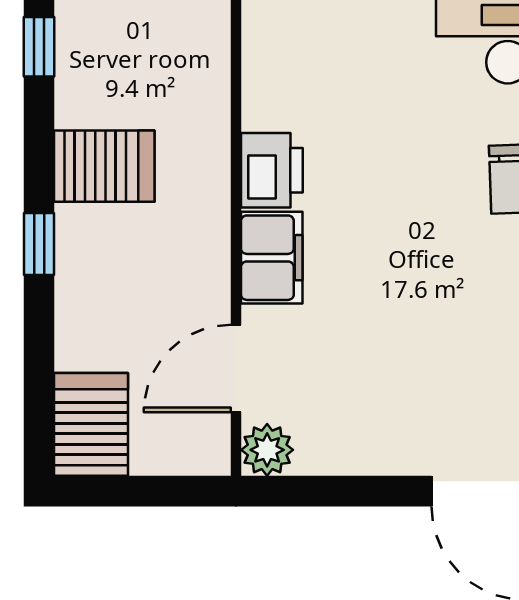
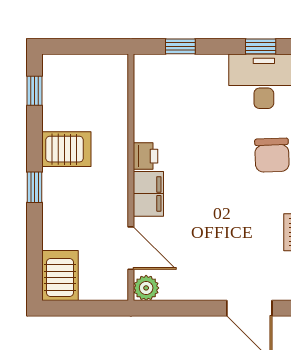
printer: (272, 170) -> (146, 156), width x0.73, depth x0.81
door: (236, 369) -> (131, 248), swing flipped

